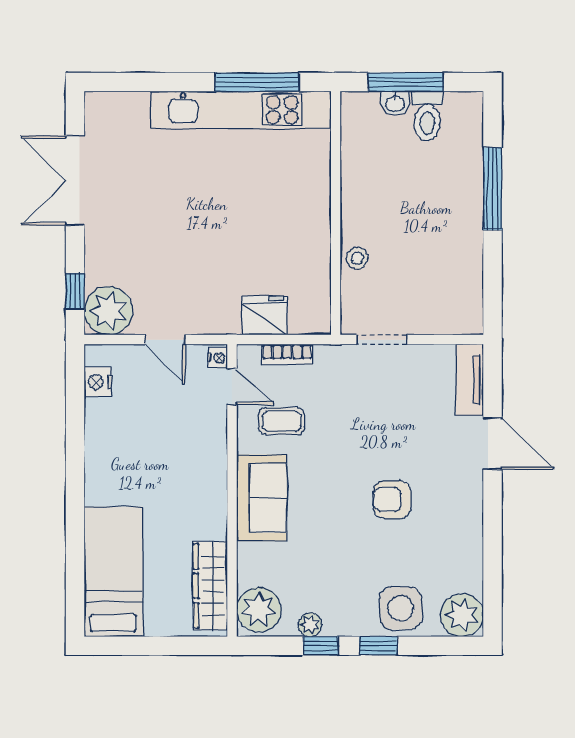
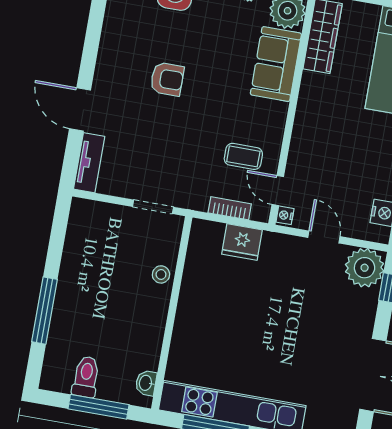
washbasin: (395, 103) -> (146, 383), moved, turned -90
sofa: (262, 498) -> (276, 64), moved

